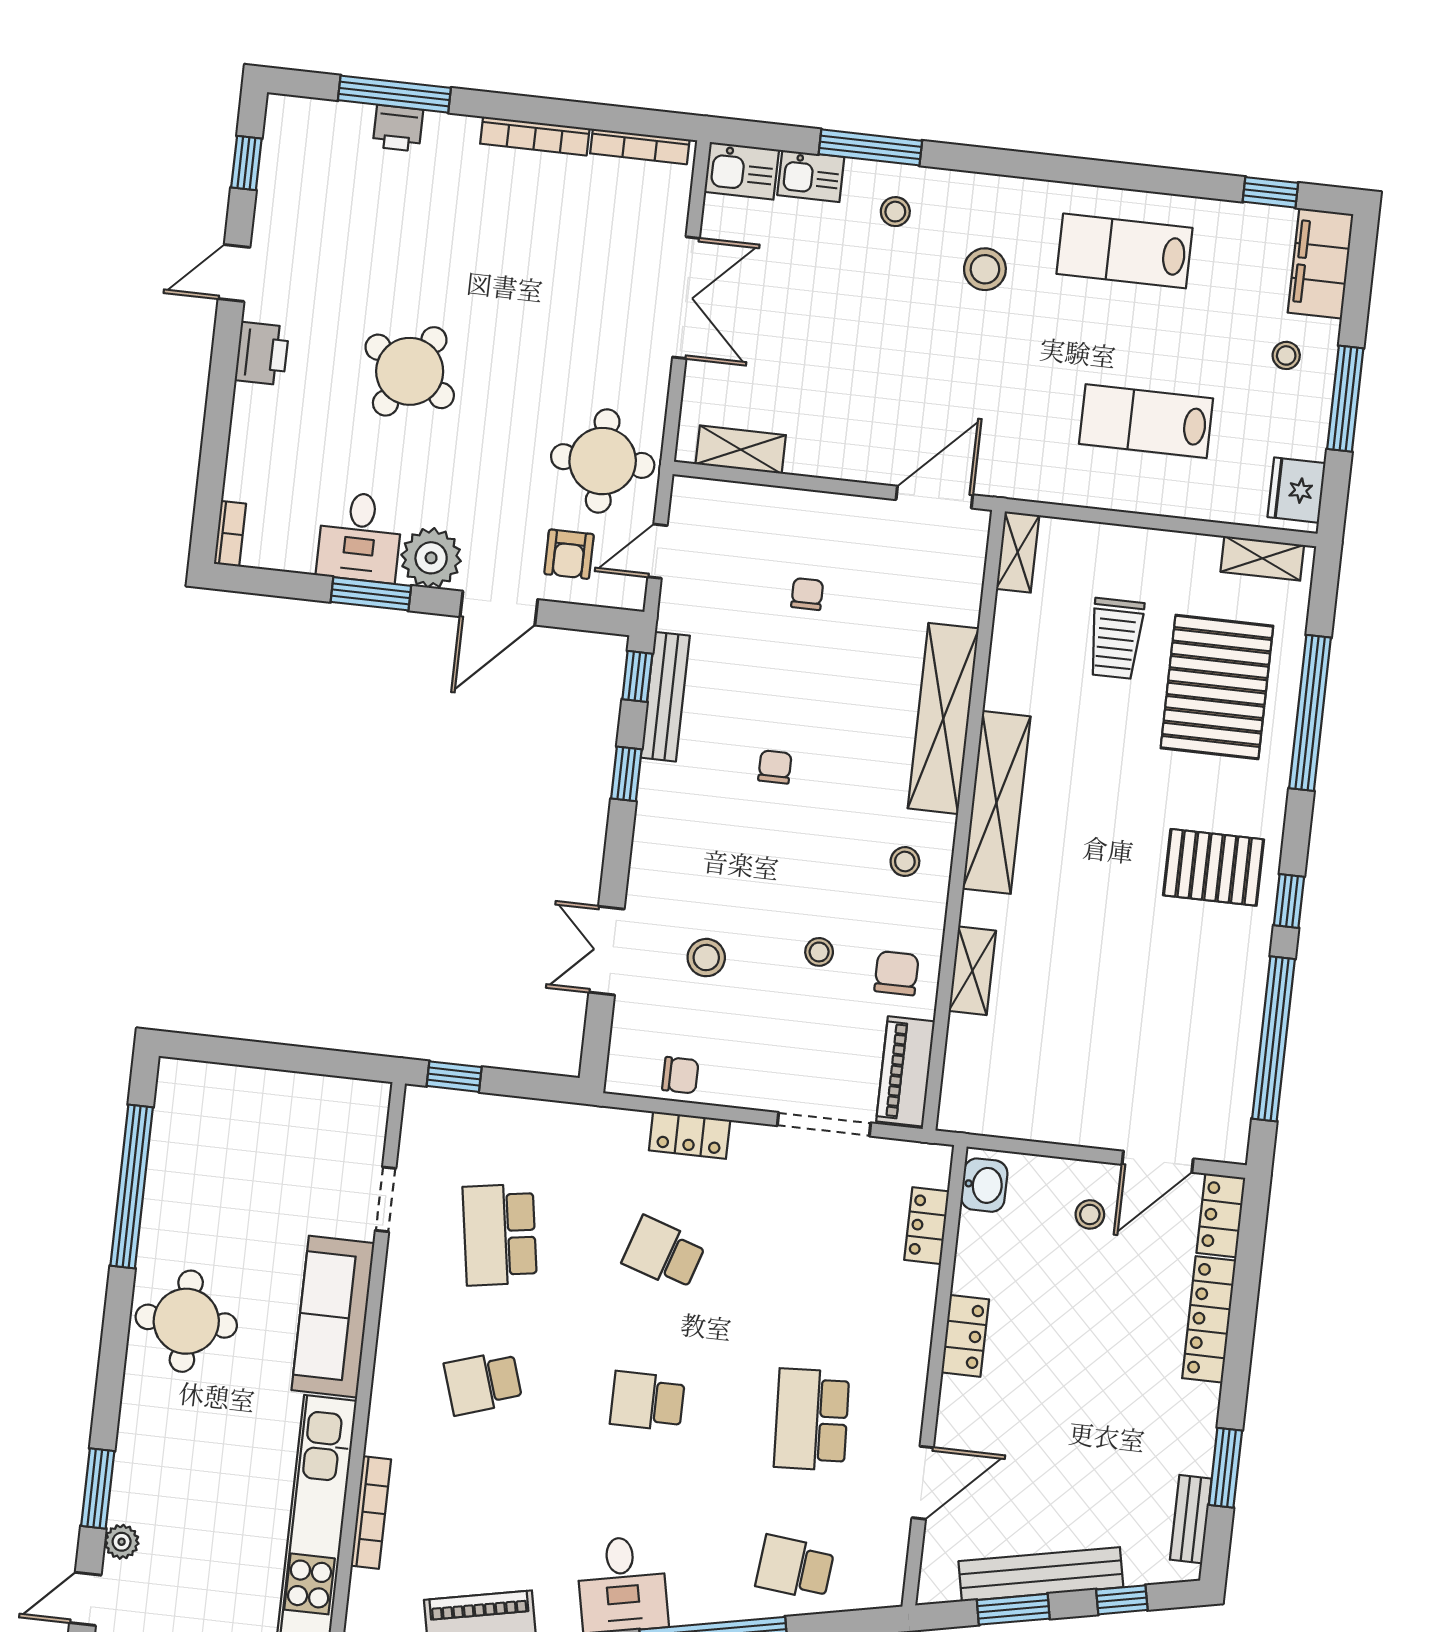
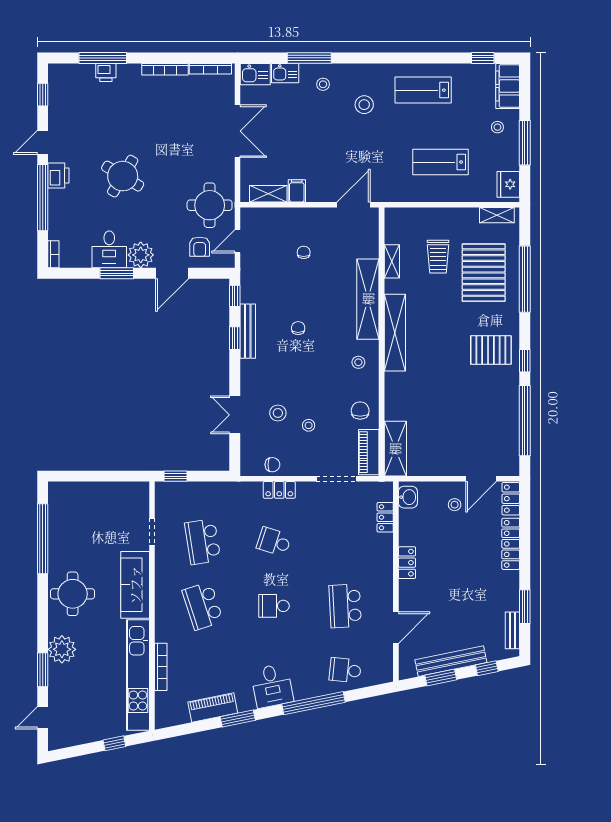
window: (220, 400) -> (43, 198), added
filing cabinet: (807, 450) -> (297, 191), added
shelving: (1018, 552) -> (392, 261), moved
bench: (665, 697) -> (248, 331), moved
stool: (819, 952) -> (309, 425), moved
shelving: (972, 971) -> (395, 449), moved, width x1.50, depth x1.33
school desk: (483, 1383) -> (203, 606), width x1.85
plant: (122, 1542) -> (62, 649), moved, width x1.87, depth x1.87

